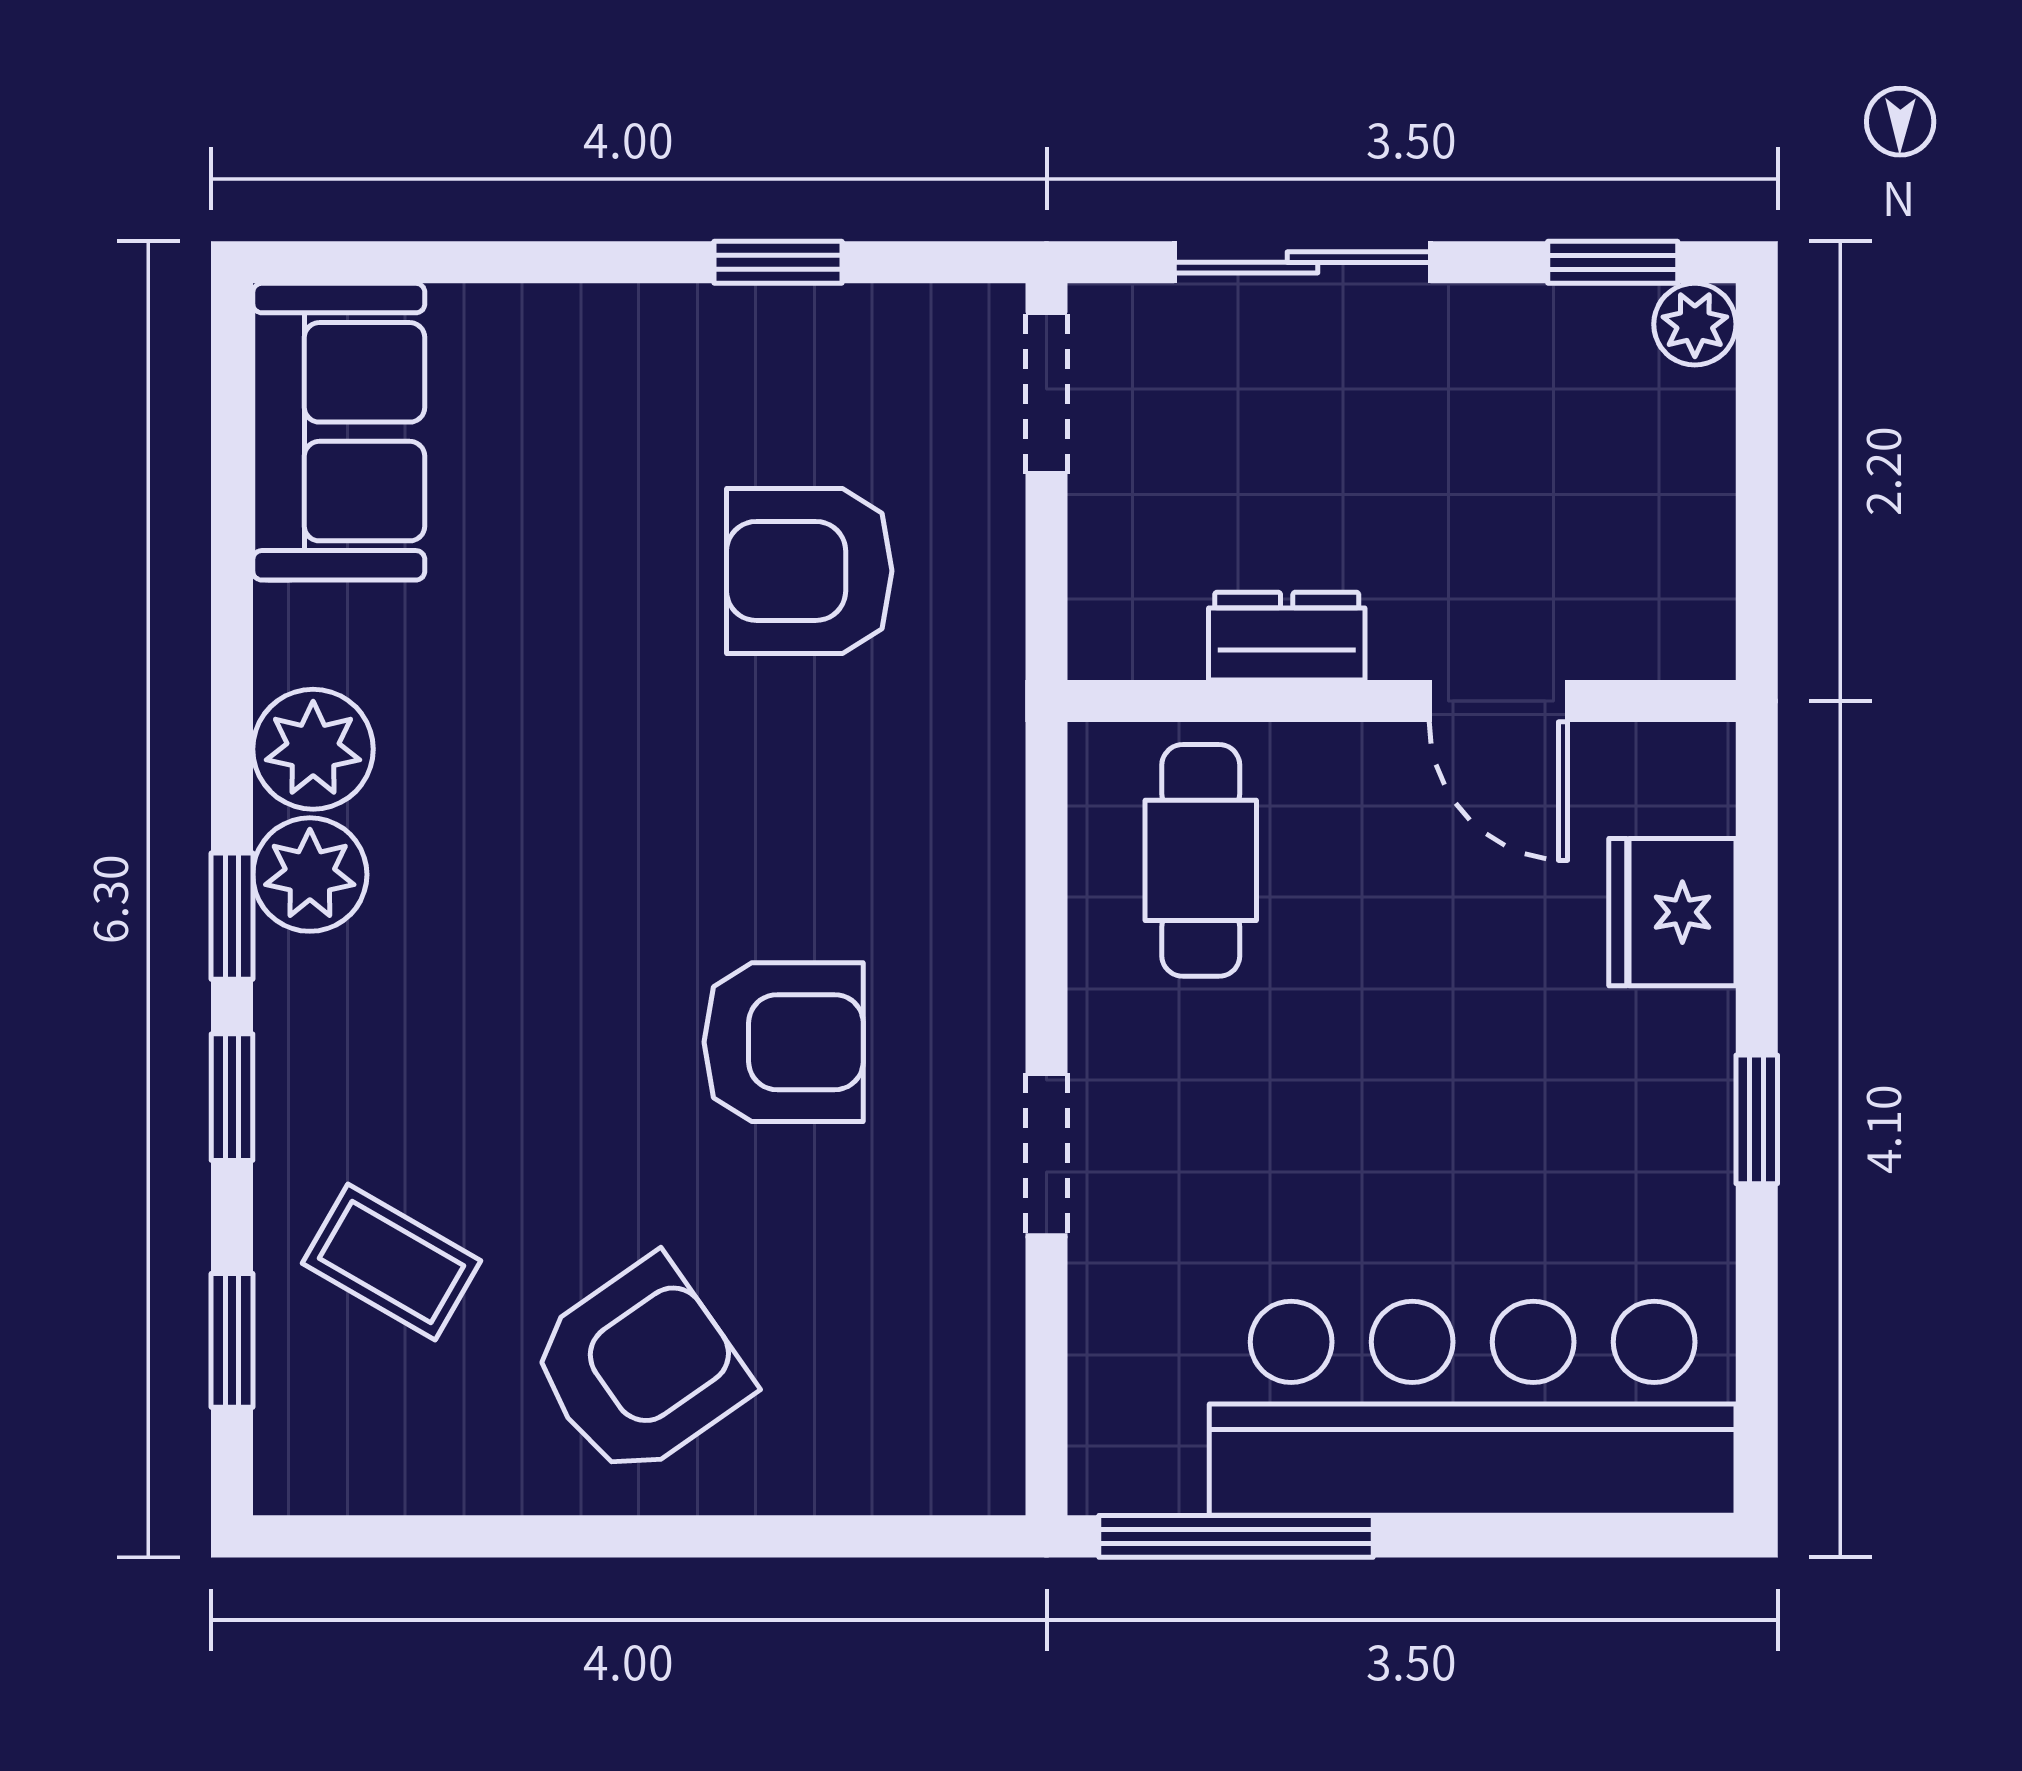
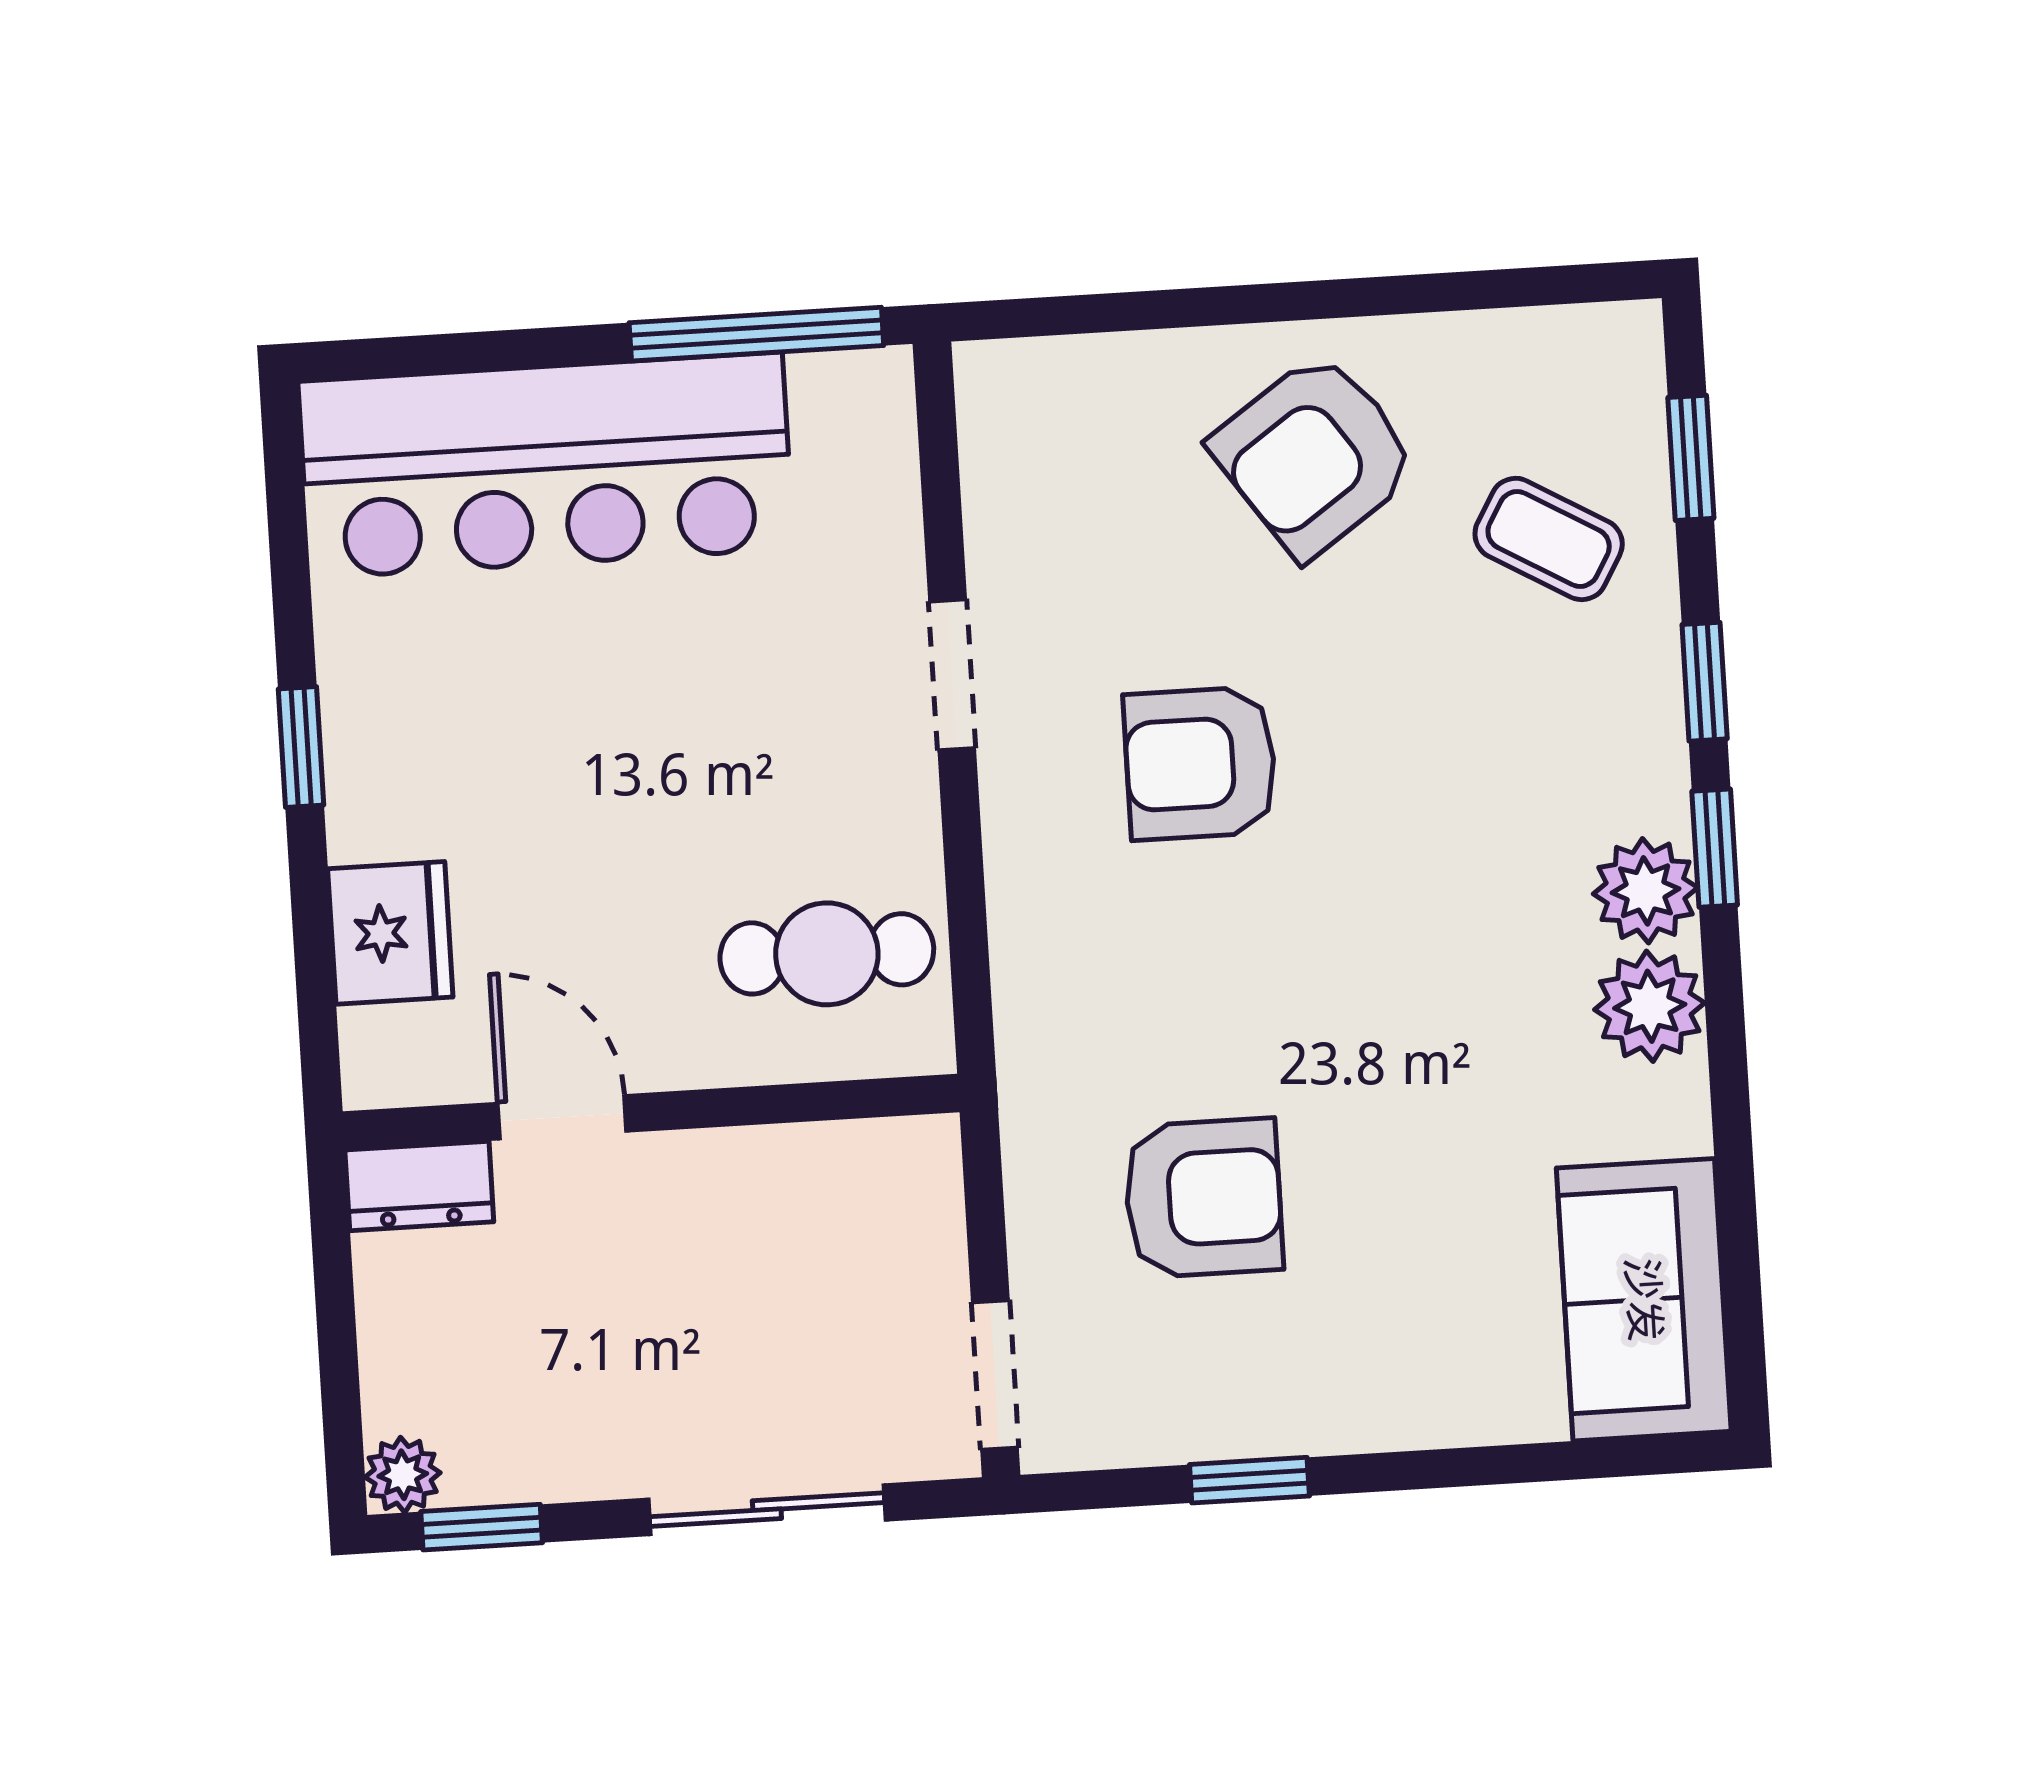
dresser: (1287, 636) -> (419, 1186), moved
cafe table: (1201, 860) -> (827, 954), turned 90

